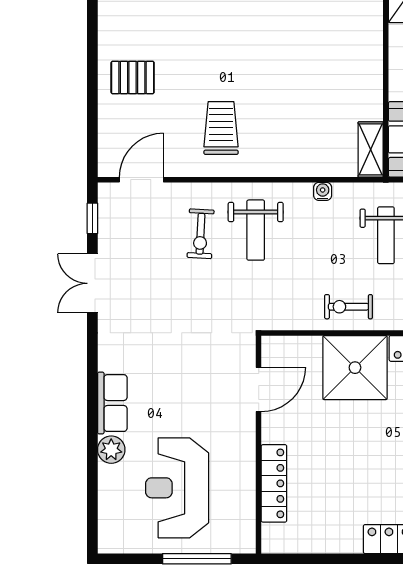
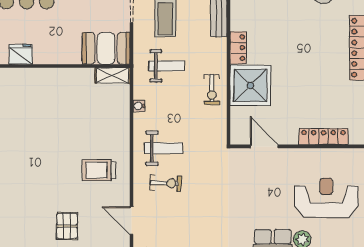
reception desk: (177, 488) -> (326, 198), turned 180

